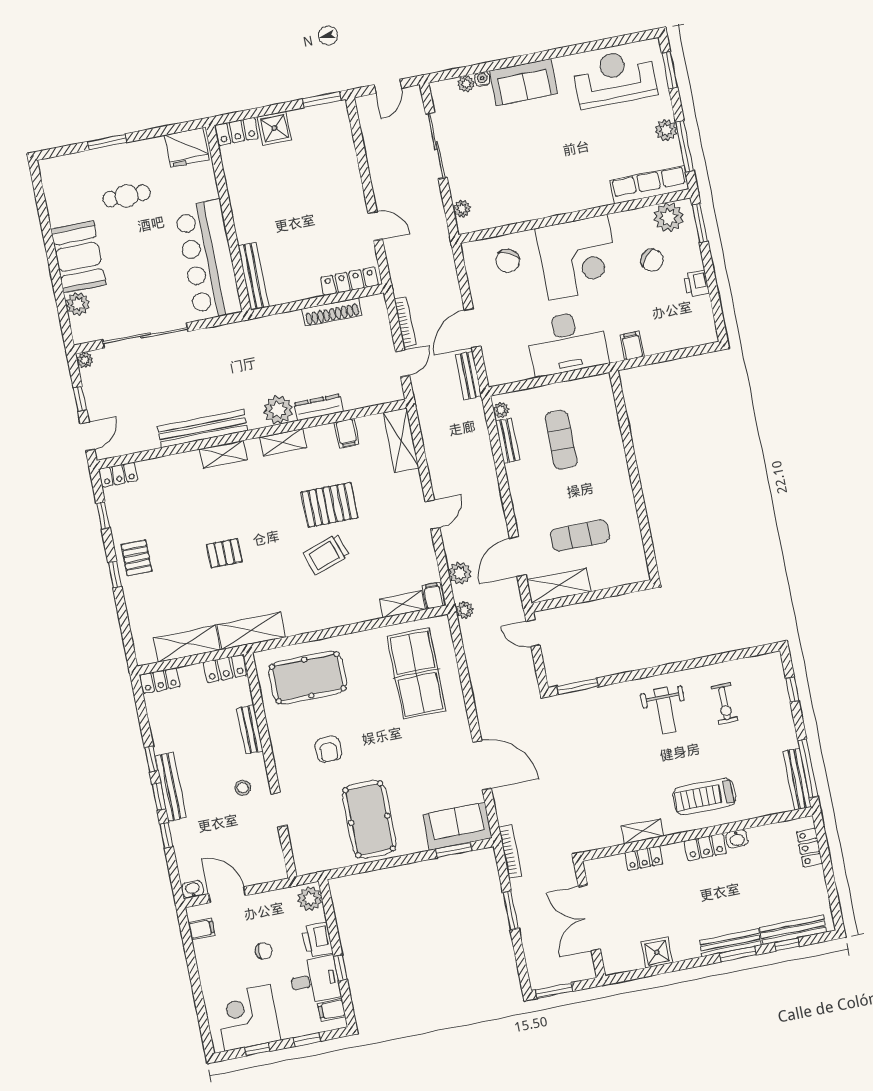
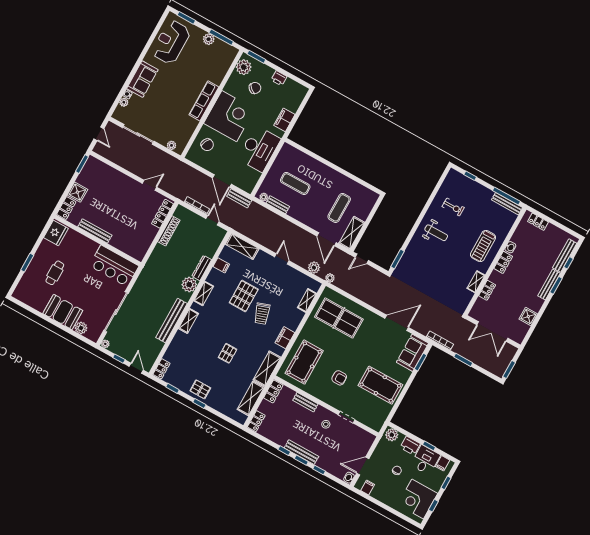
row of seats: (649, 185) -> (204, 101), moved
bar counter: (208, 260) -> (114, 266), width x0.73
bench: (253, 276) -> (95, 231), moved
filing cabinet: (632, 346) -> (284, 120), width x2.00
filing cabinet: (433, 596) -> (285, 338), moved, width x2.00

